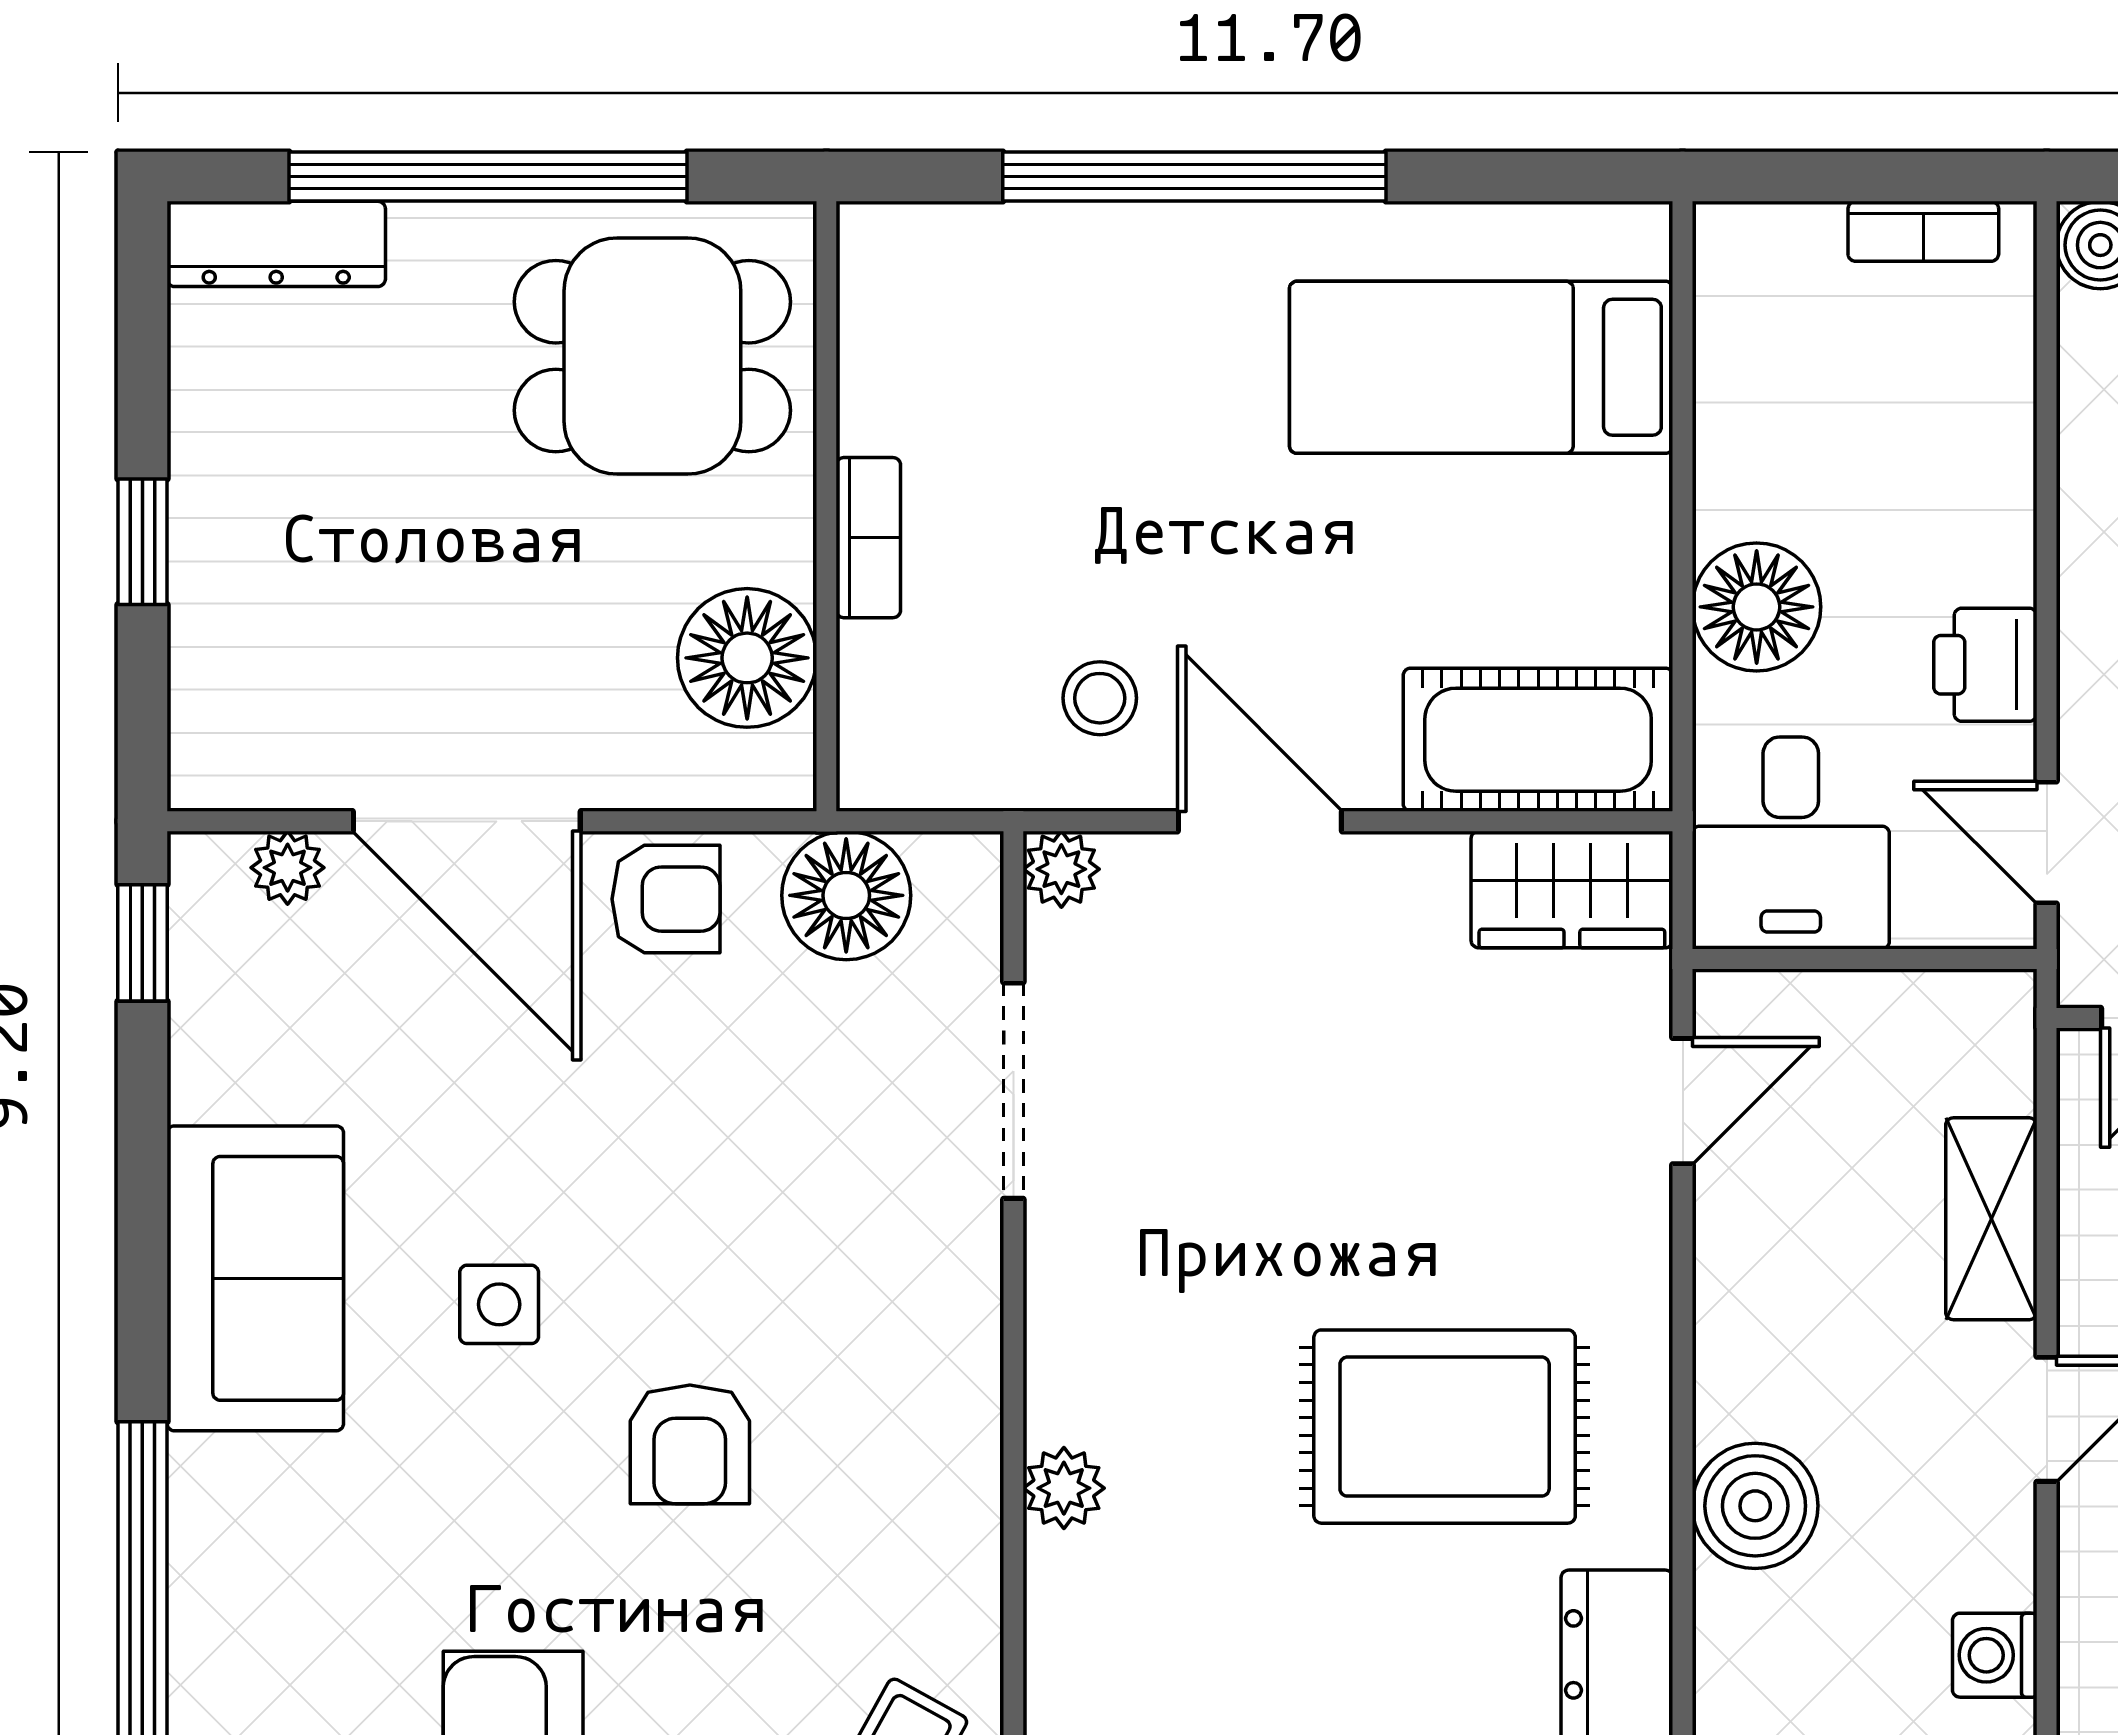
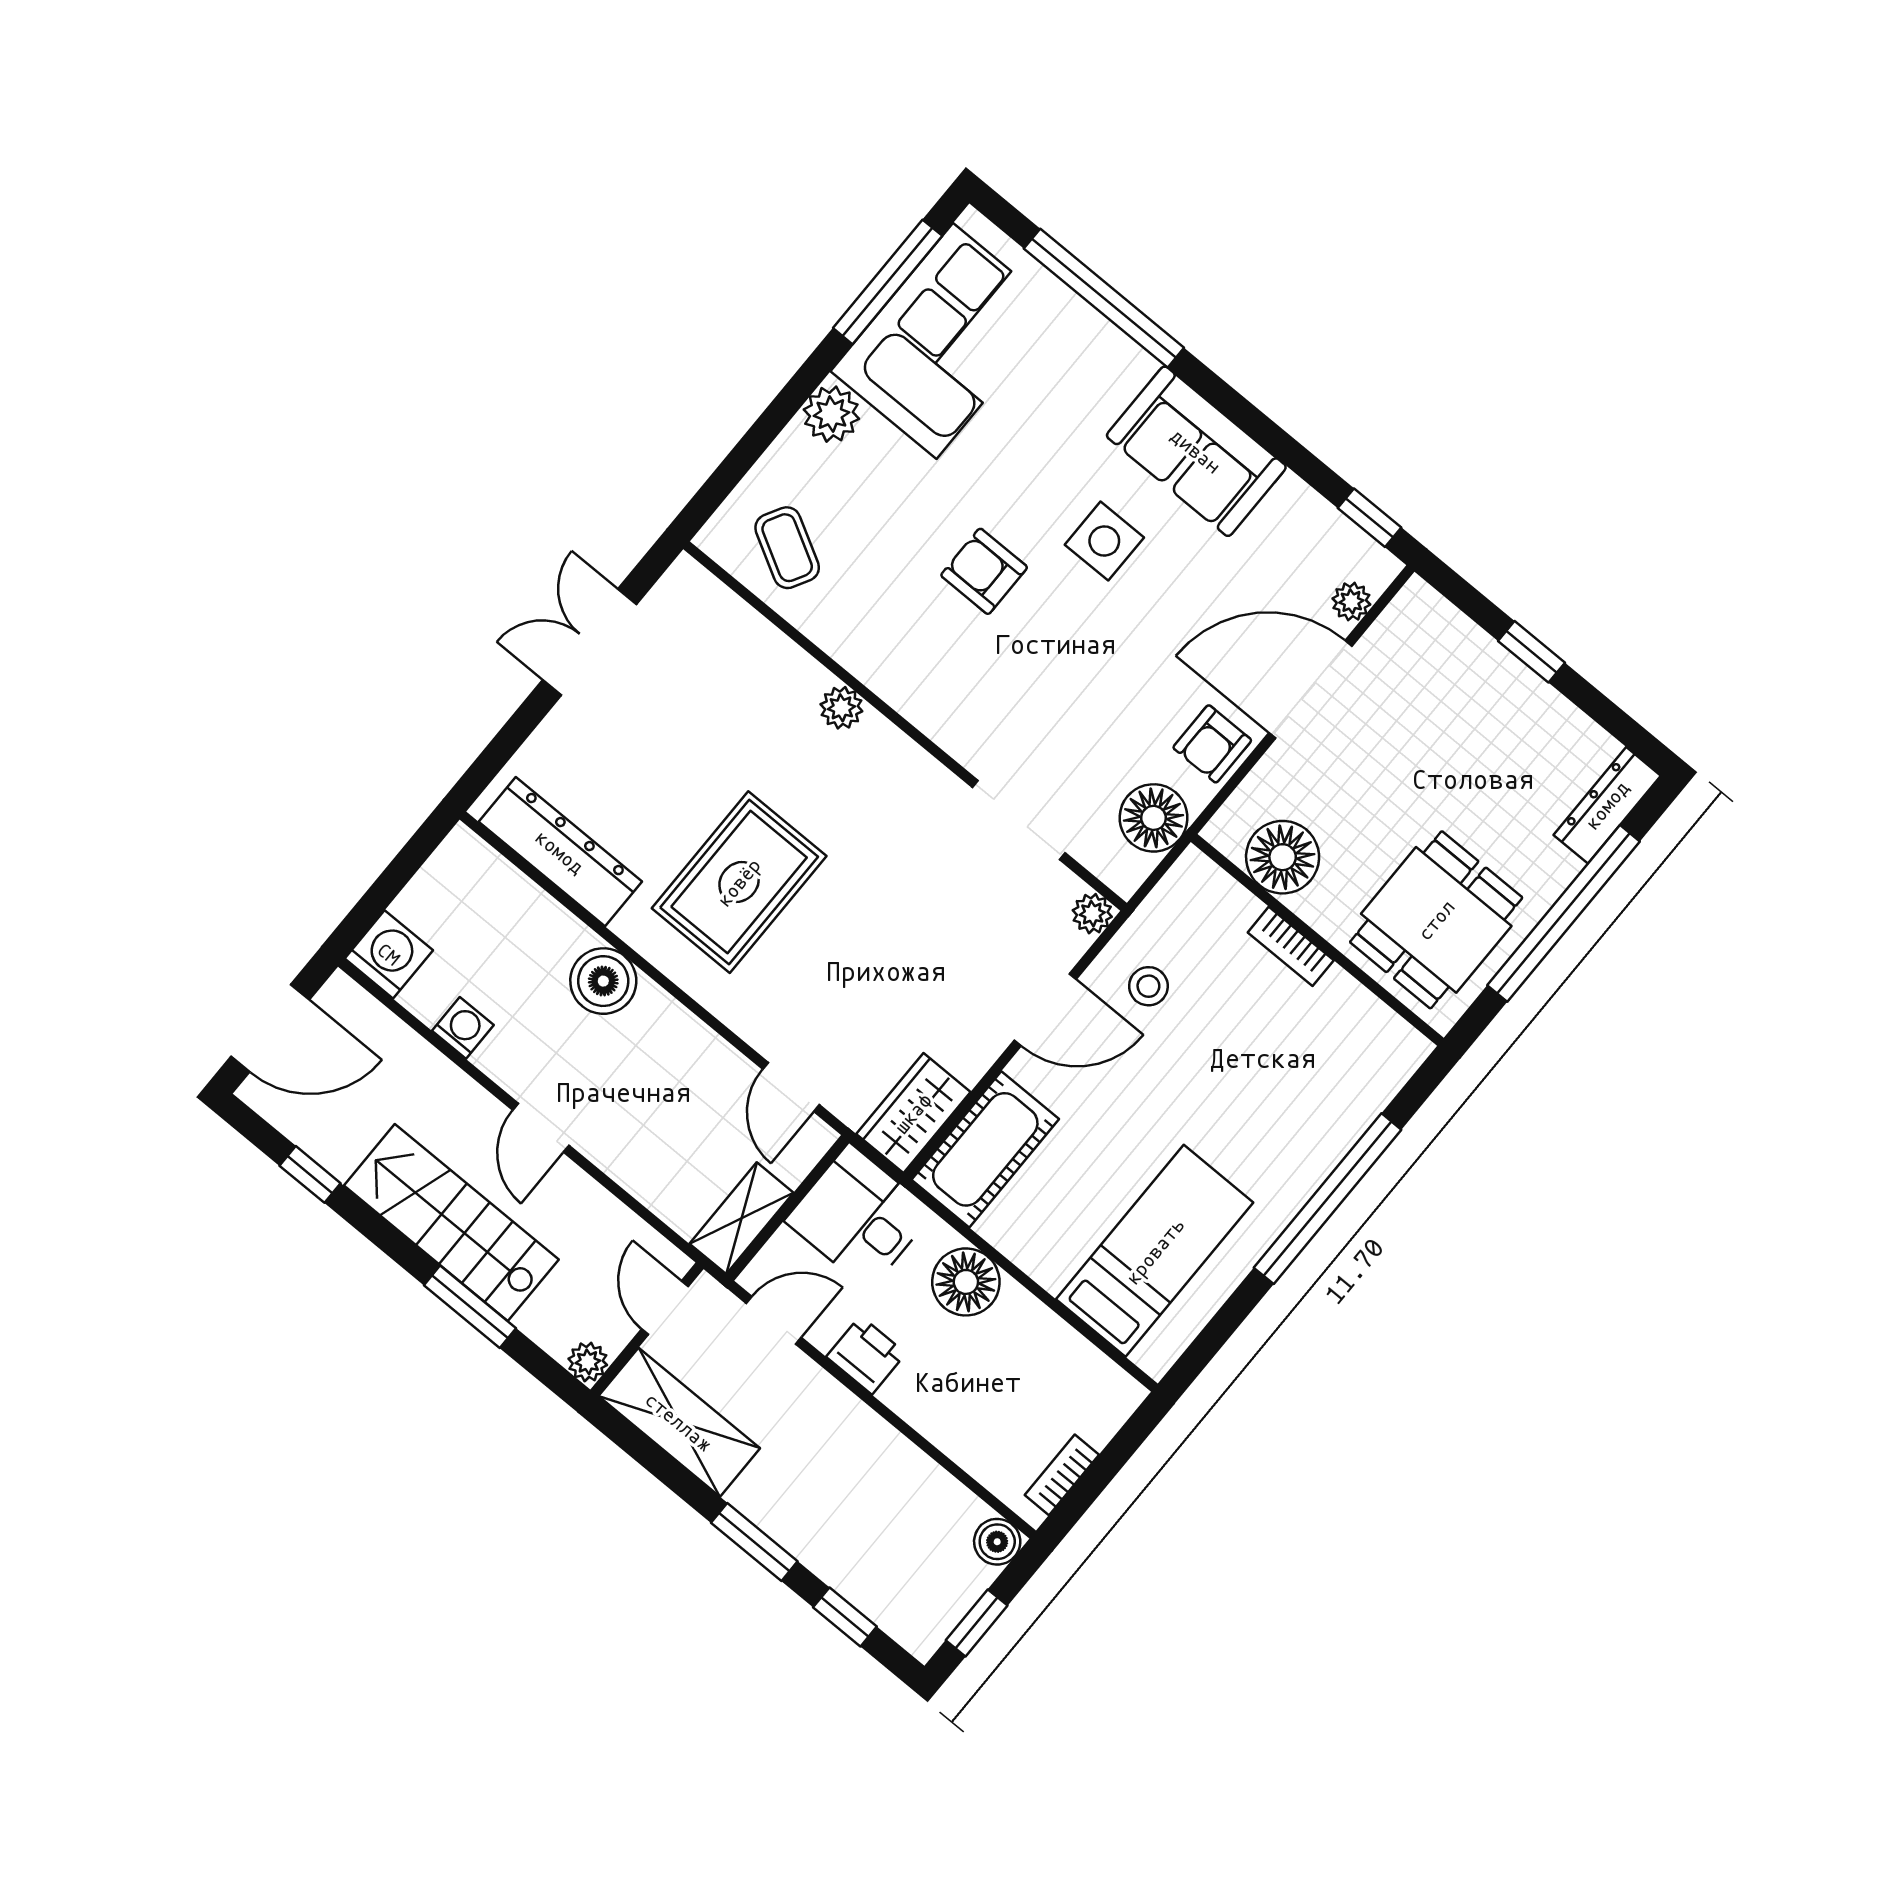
shelving: (1991, 1219) -> (741, 1218), moved, turned 90
side table: (499, 1304) -> (1104, 541), width x1.37, depth x1.37

